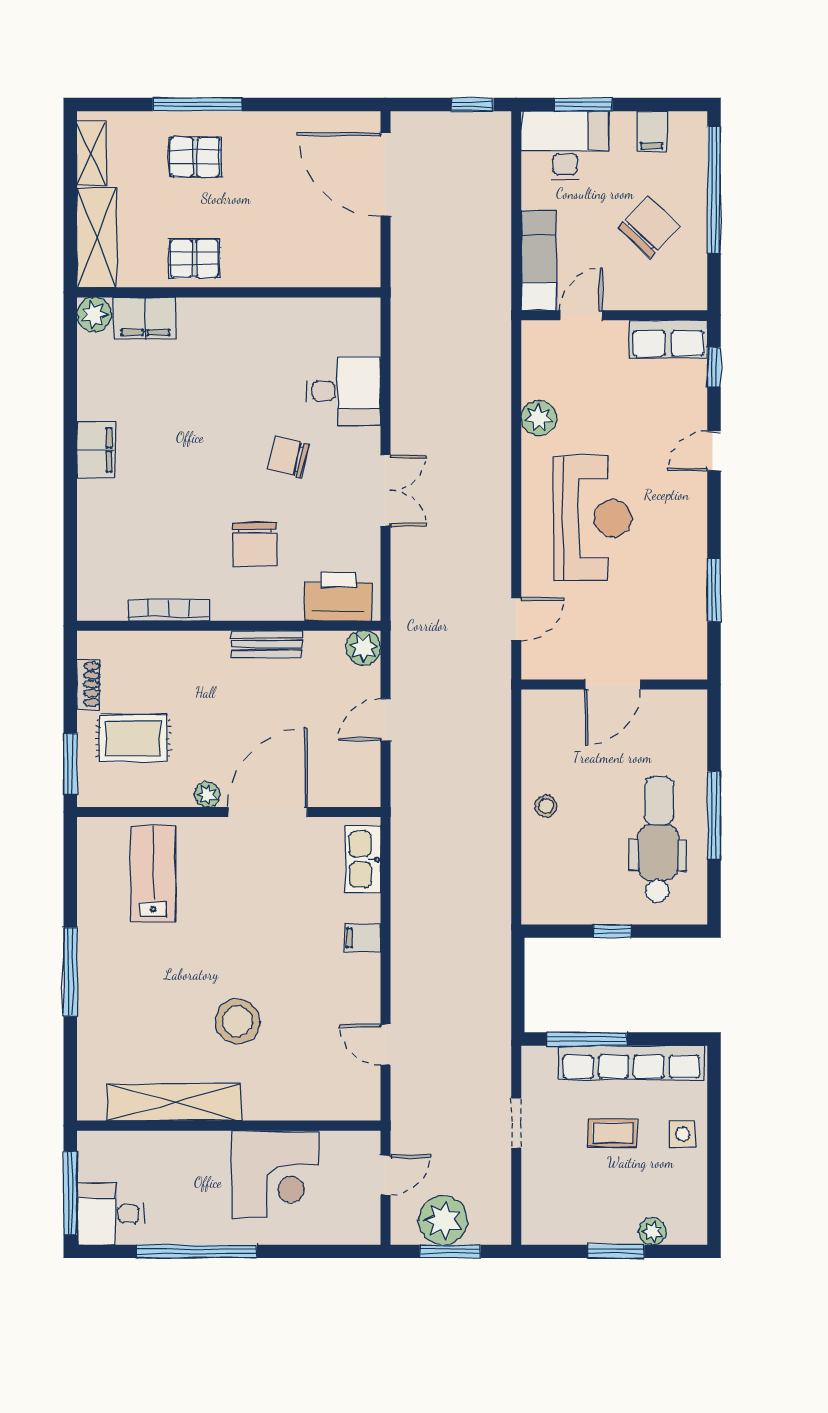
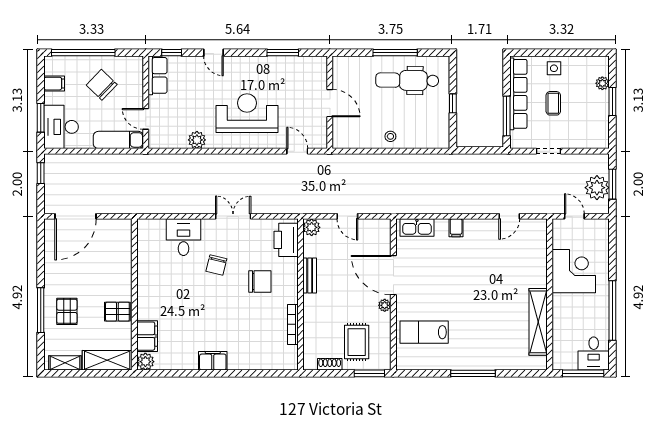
pallet: (194, 258) -> (117, 312), turned 90
stool: (237, 1021) -> (498, 290), removed

